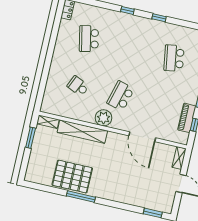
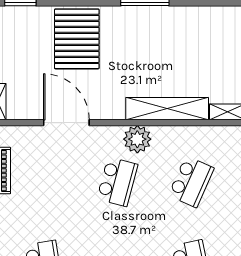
school desk: (78, 86) -> (191, 182), width x1.85
pallet: (72, 177) -> (77, 39), moved, turned 90

